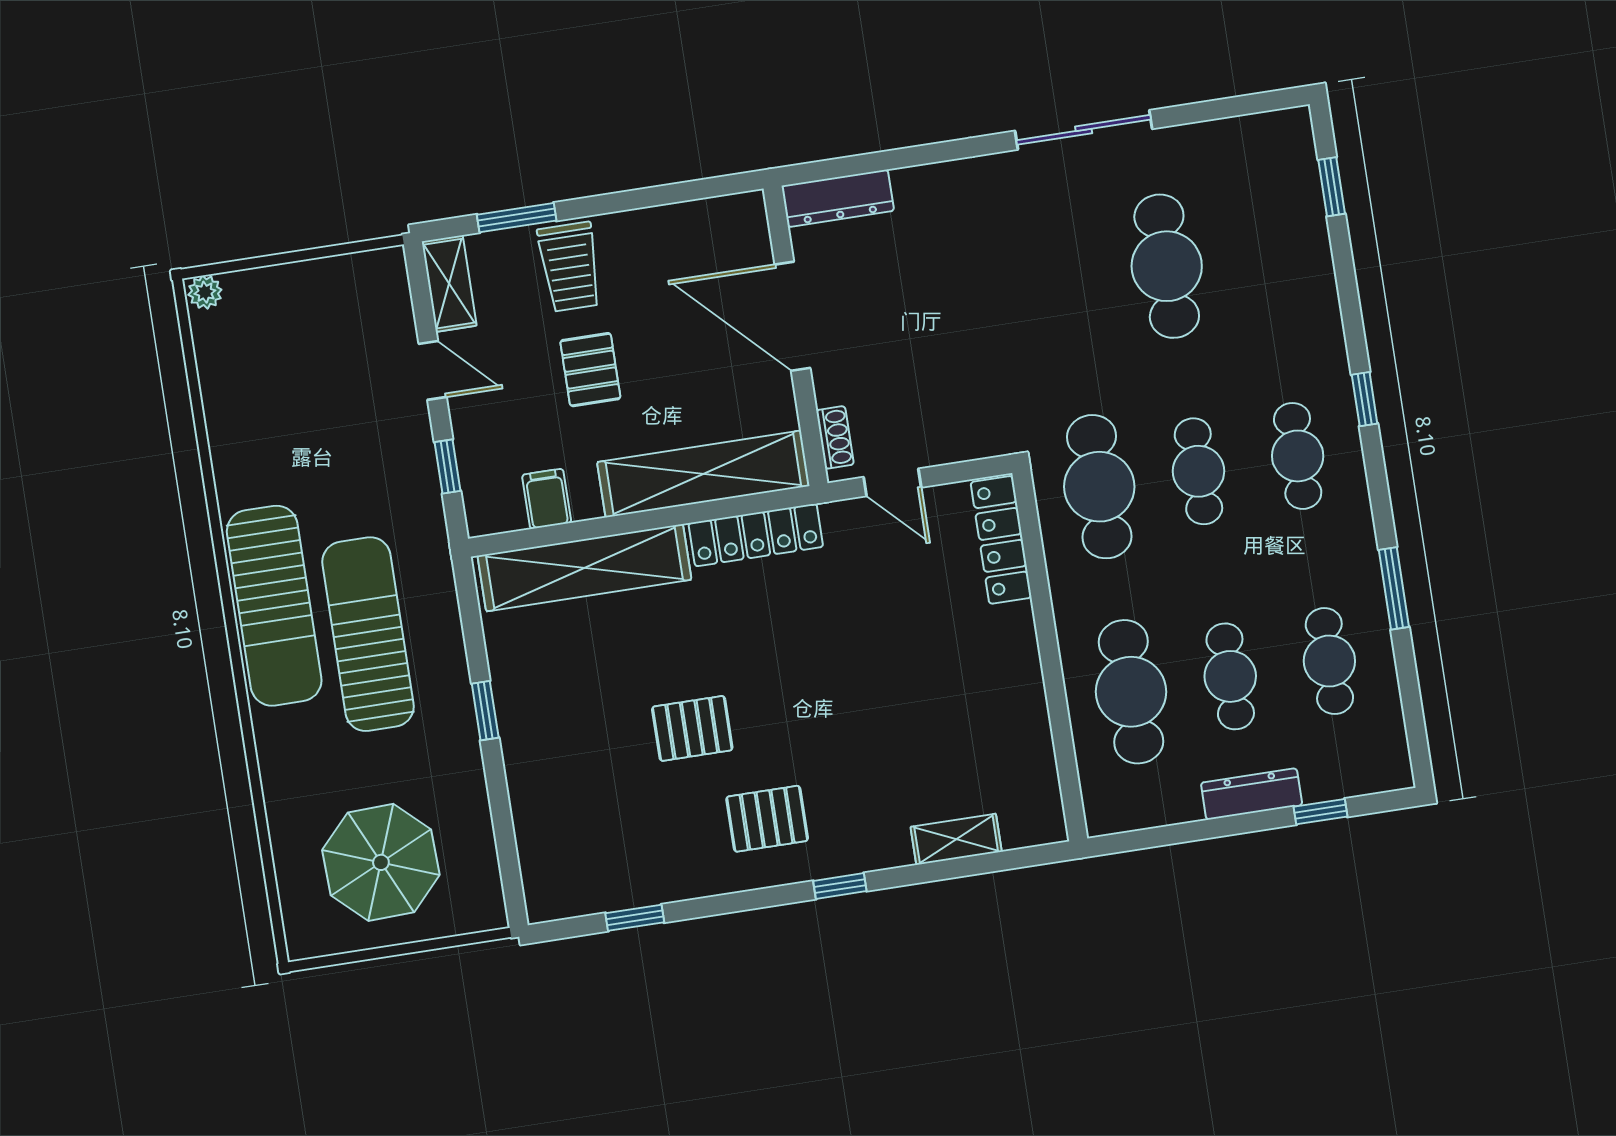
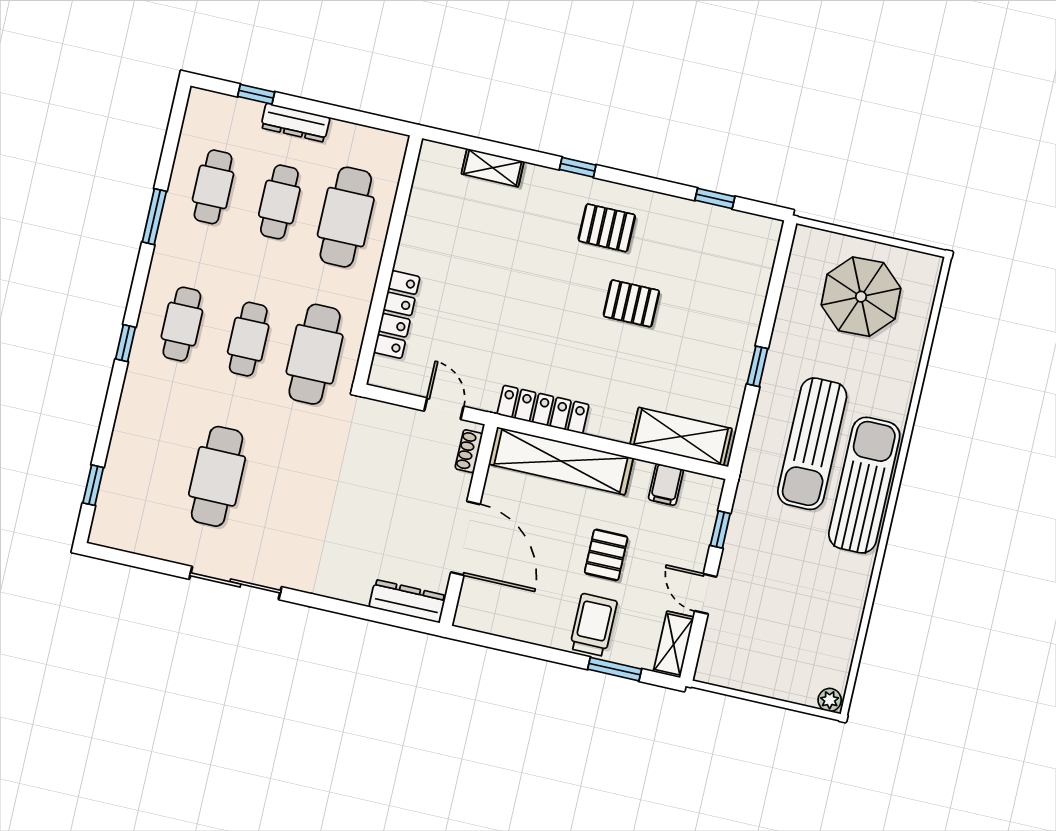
locker: (1001, 540) -> (397, 315), moved
shelving: (585, 568) -> (681, 437), width x0.68

